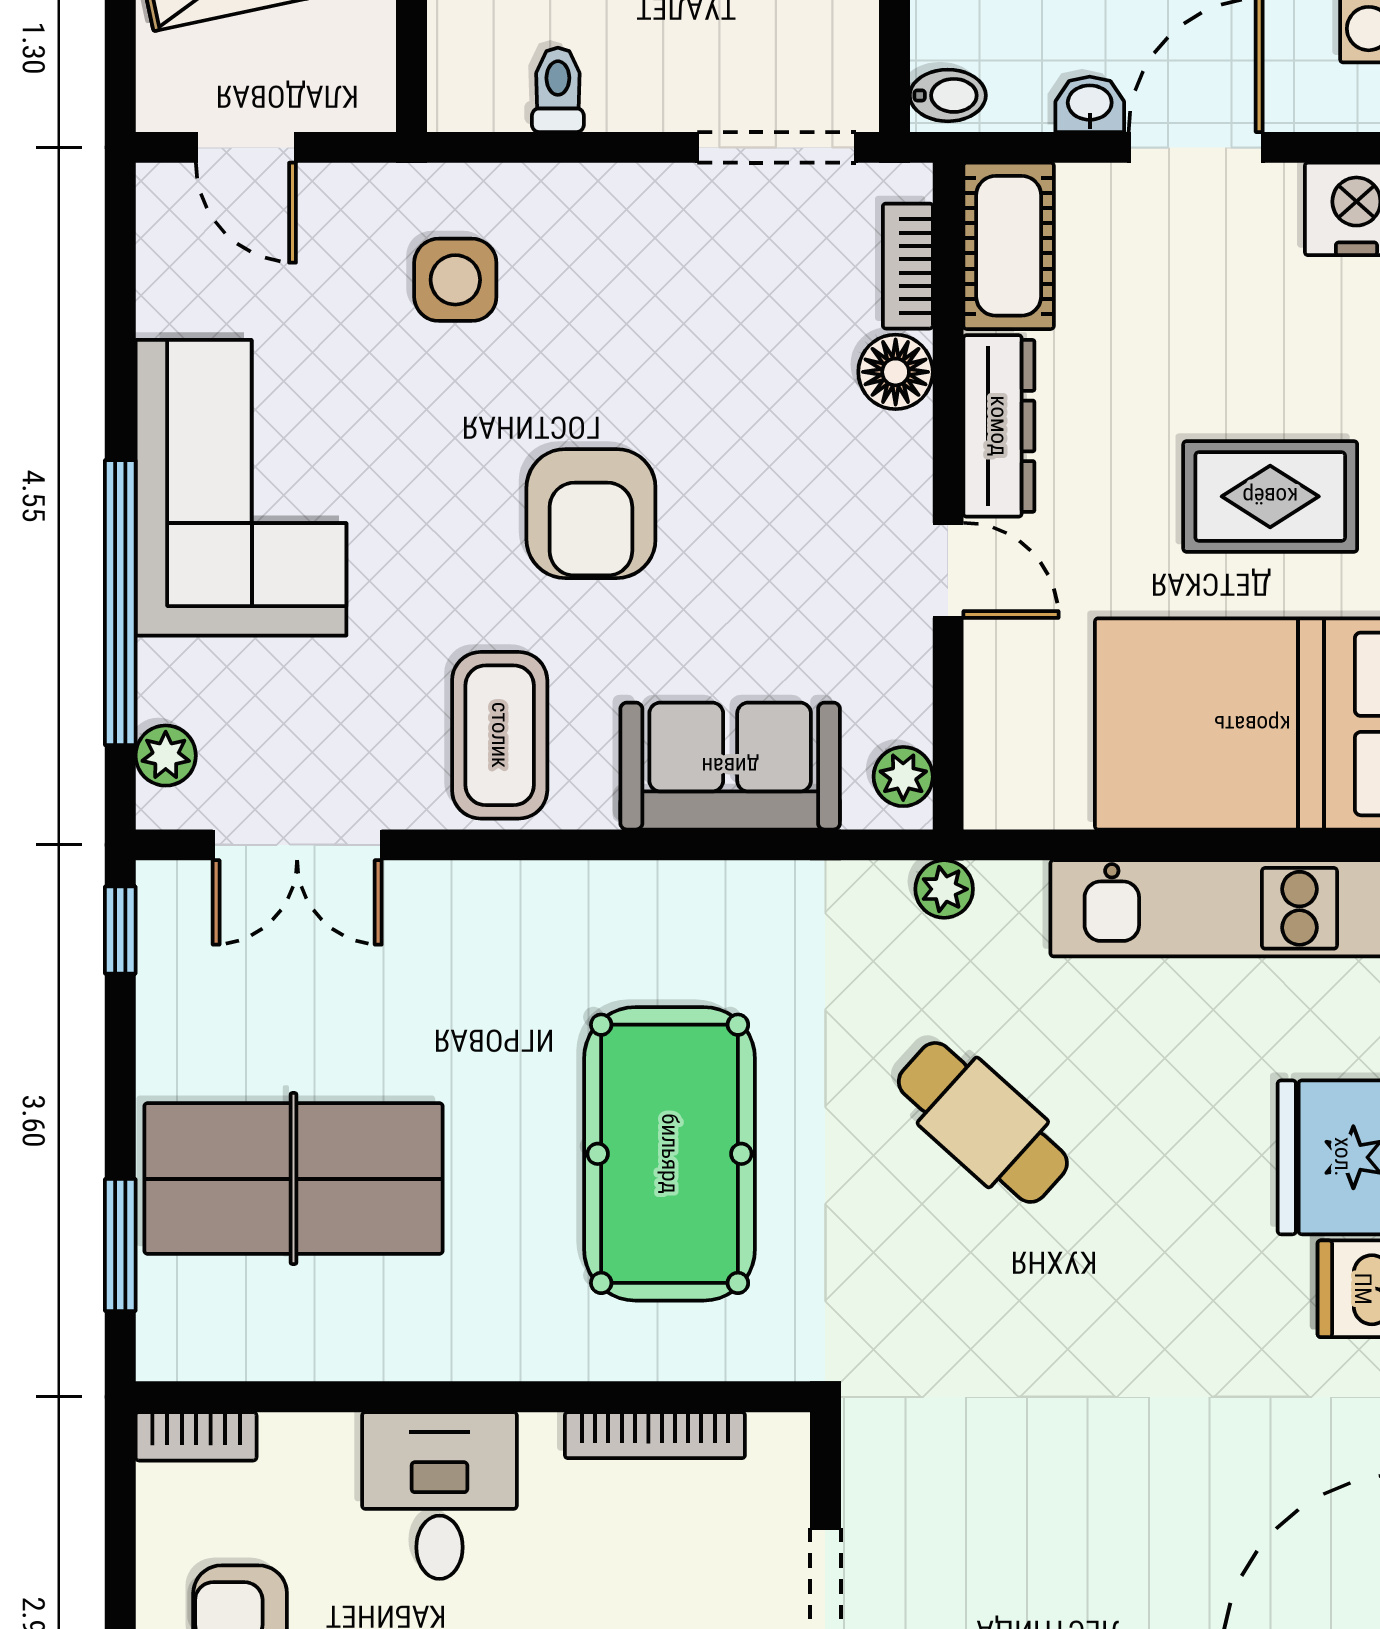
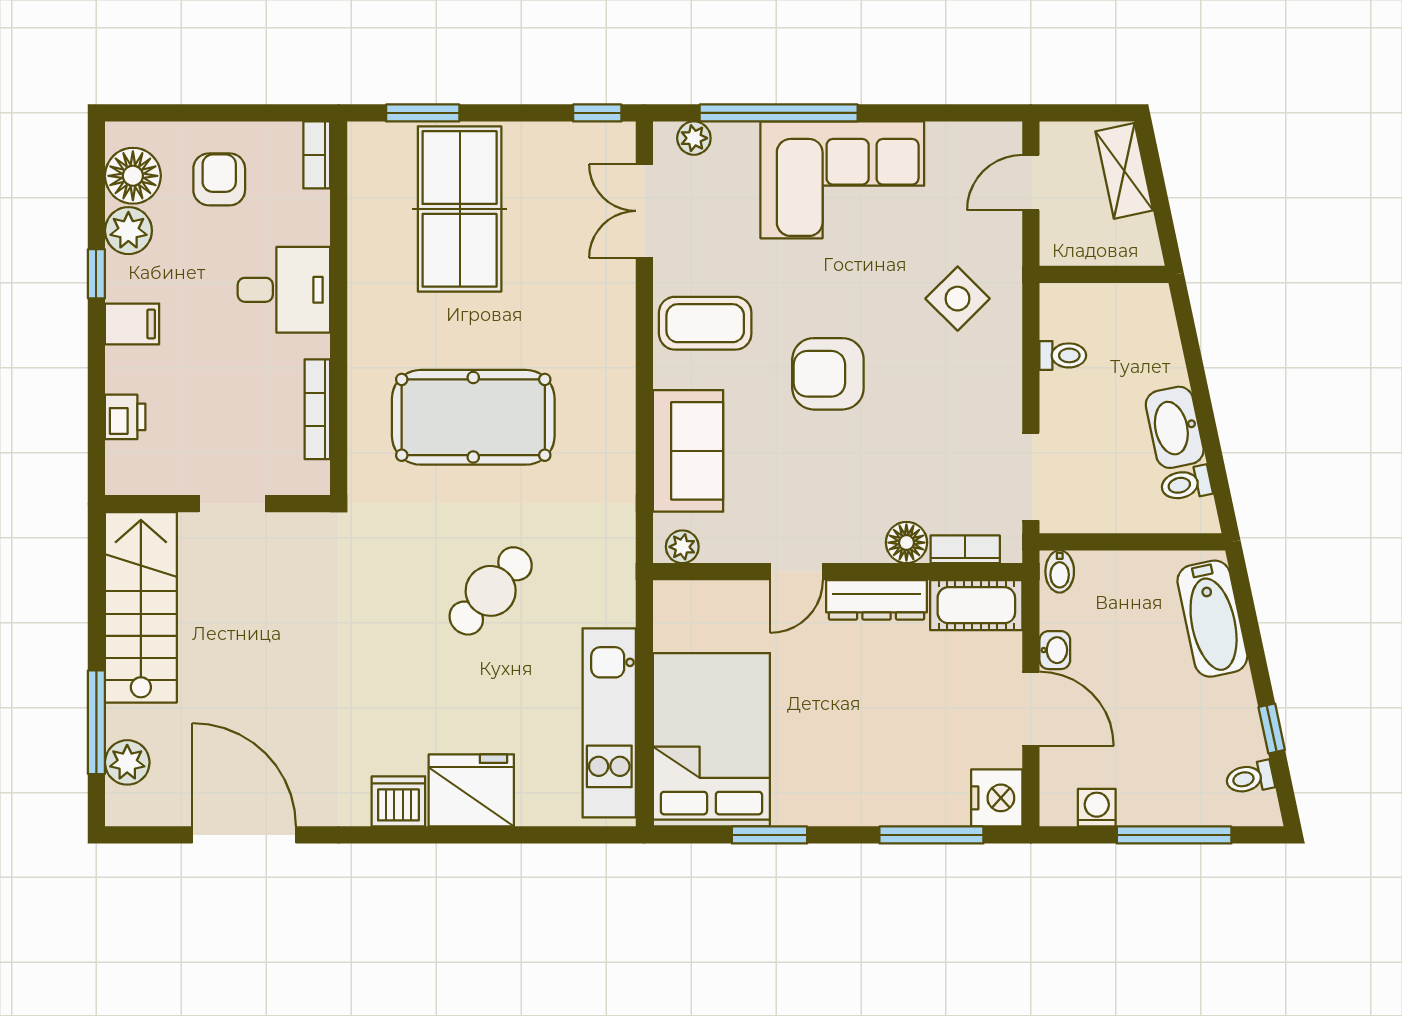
side table: (455, 280) -> (958, 299), turned 45
rug: (1270, 496) -> (837, 750), removed
plant: (944, 889) -> (620, 569), removed

